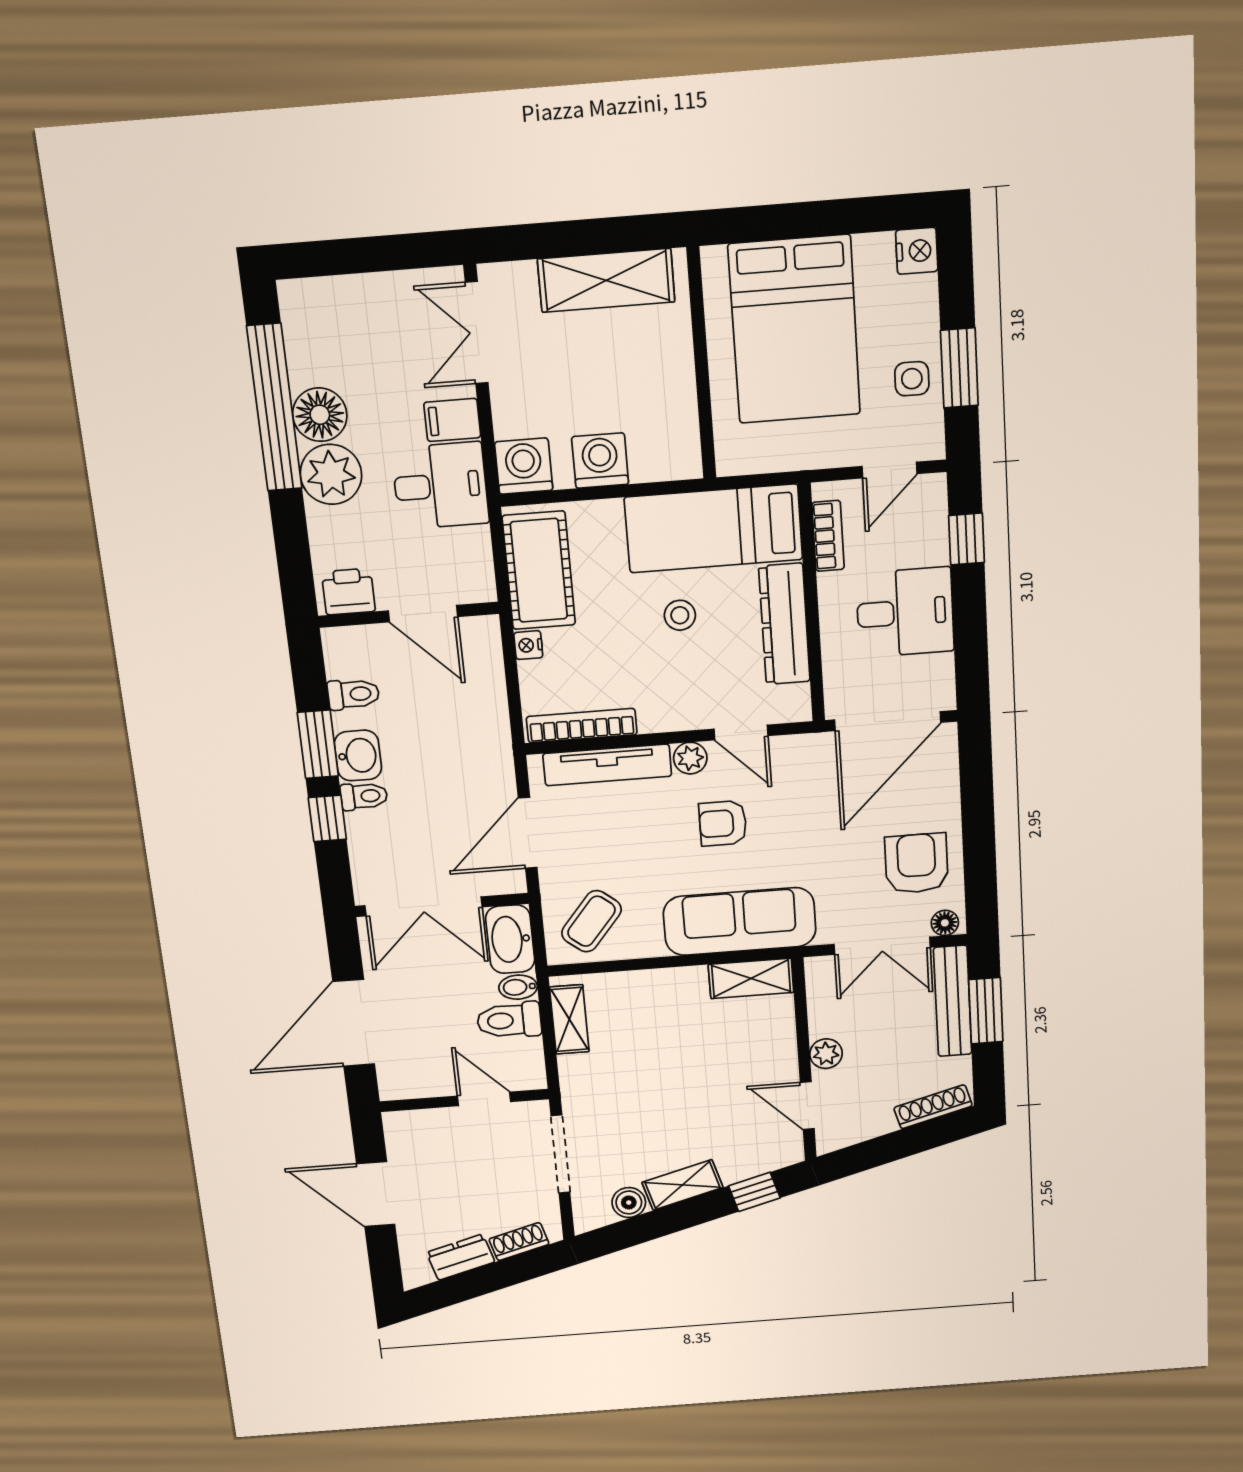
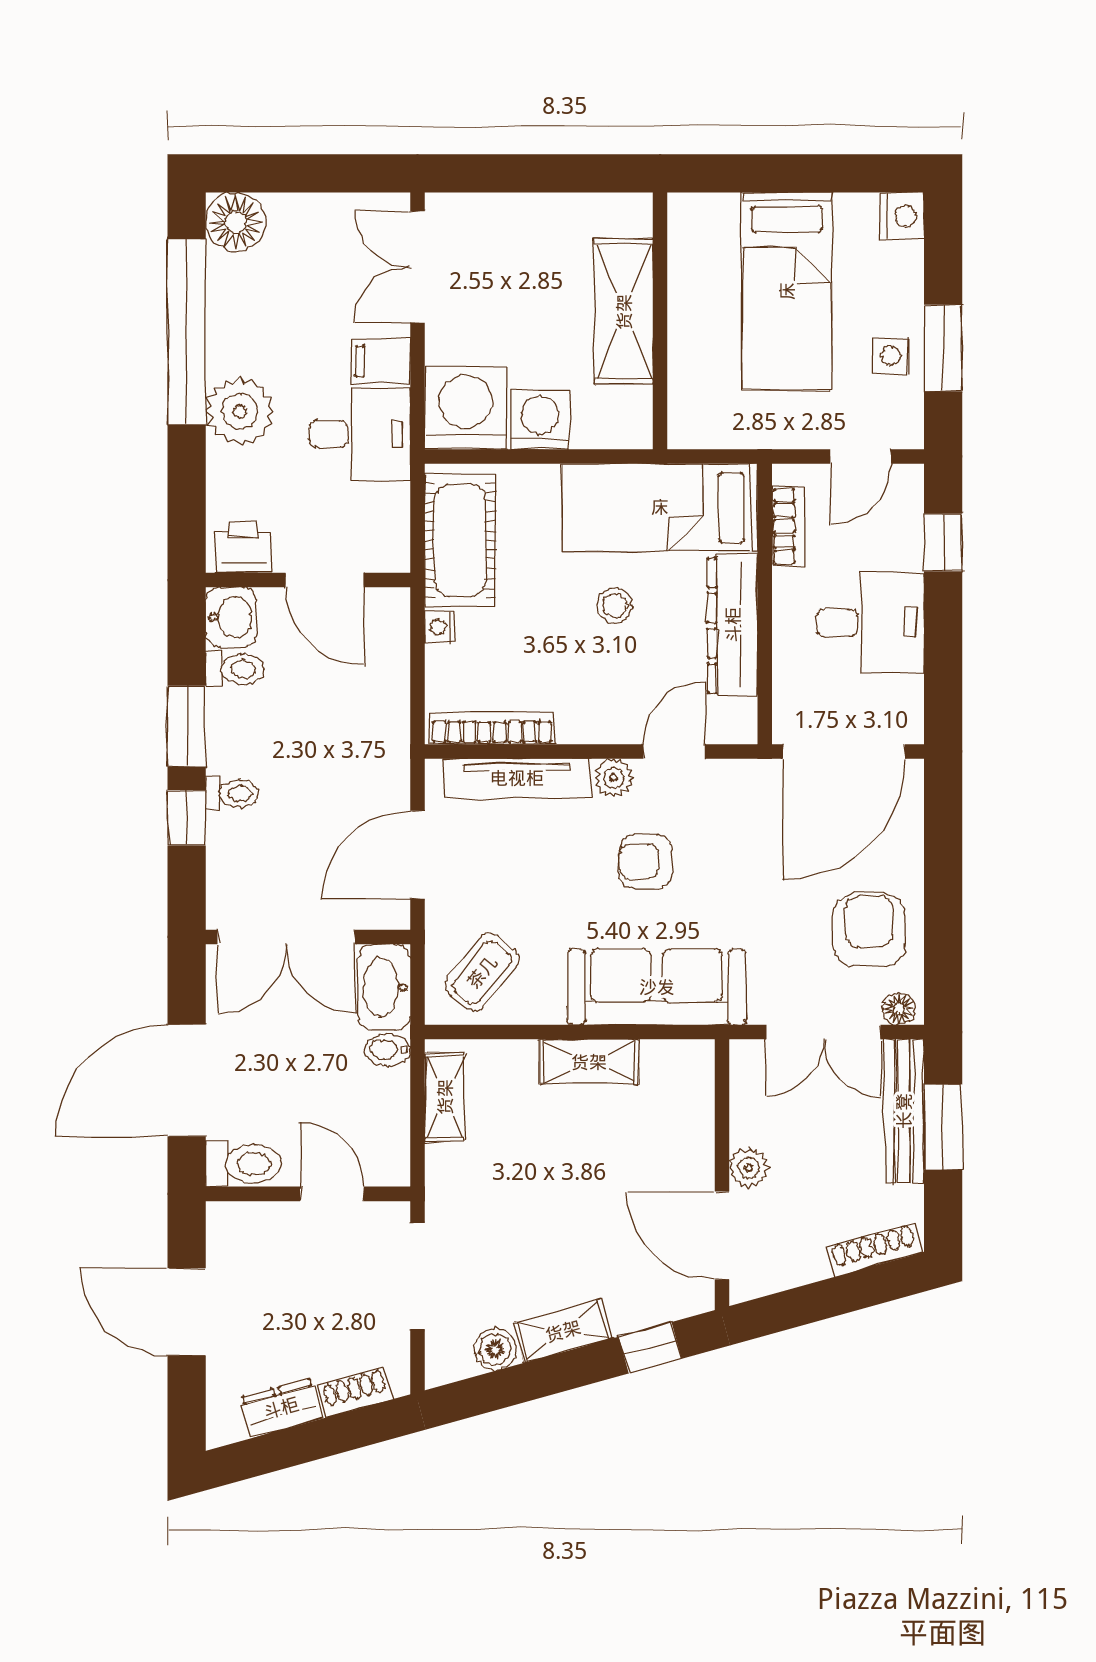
shelving: (606, 280) -> (624, 312), moved, turned 90
bed: (795, 330) -> (787, 291), width x0.67
floor lamp: (320, 415) -> (236, 222), moved
washing machine: (524, 466) -> (466, 408), width x1.37, depth x1.37
door: (741, 732) -> (674, 751), swing flipped
washbasin: (358, 756) -> (231, 617), moved
shelving: (751, 978) -> (589, 1062), moved
toilet: (509, 1020) -> (244, 1164), moved, turned 180
door: (807, 1106) -> (722, 1235), width x1.38

